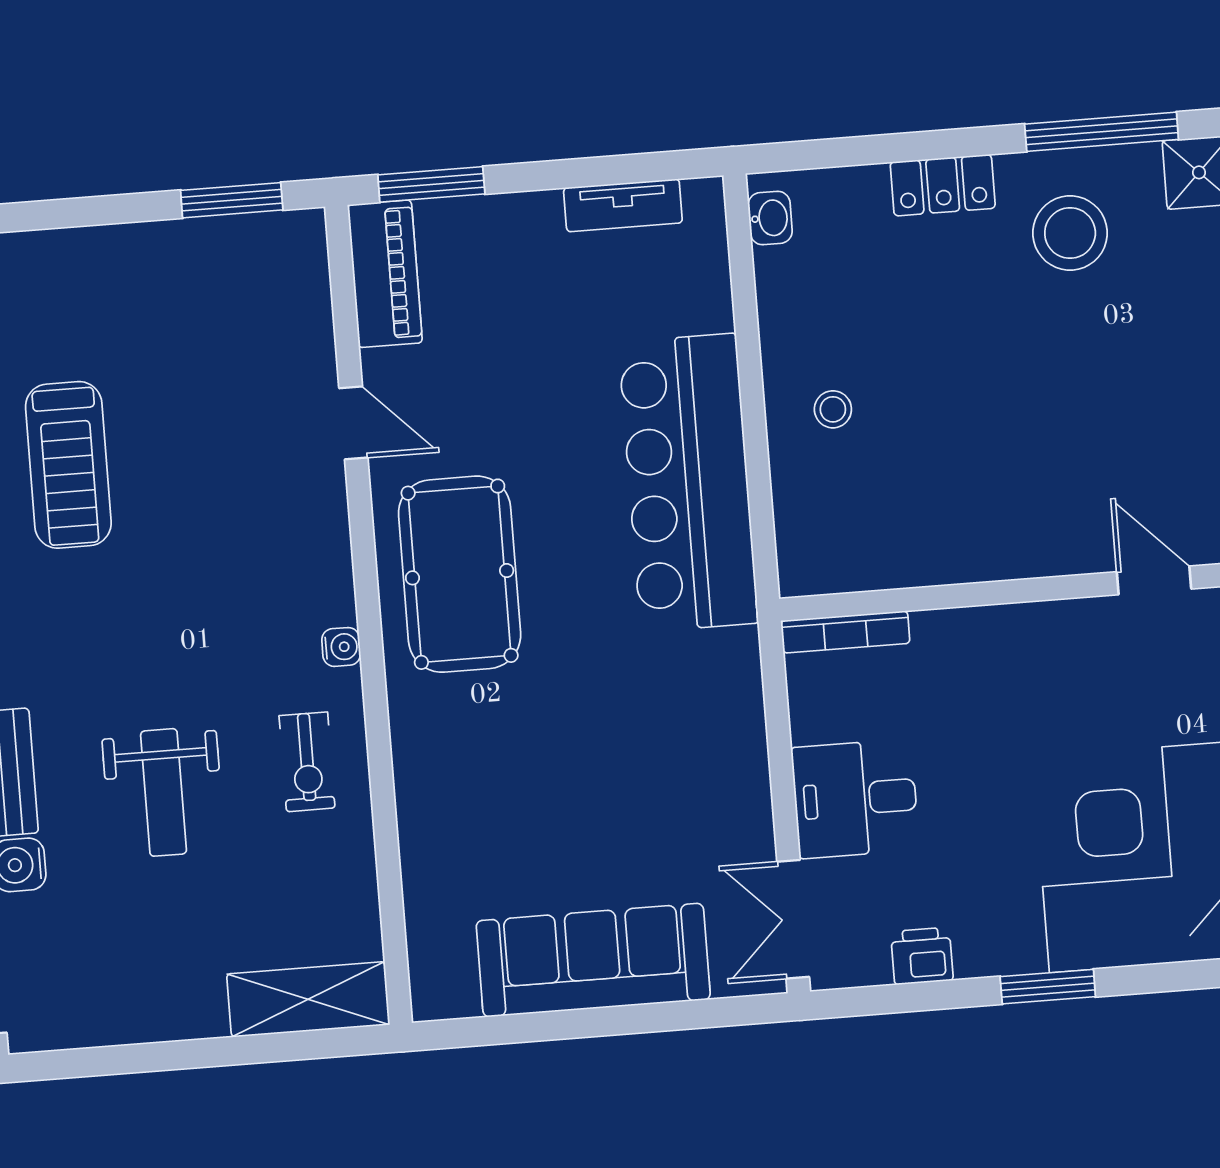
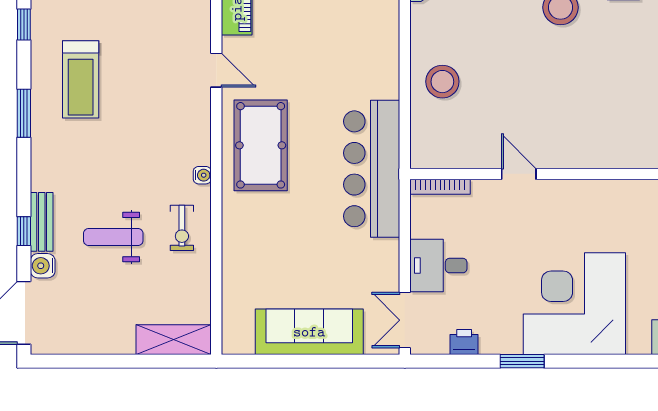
stool: (833, 409) -> (442, 82), width x1.89, depth x1.89
bar counter: (688, 483) -> (372, 169), moved
door: (1154, 580) -> (519, 174), moved
weight bench: (164, 792) -> (113, 237), turned 90

